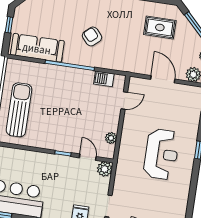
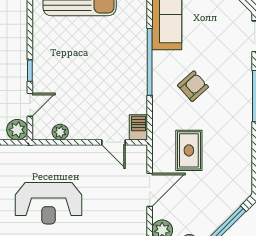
rug: (160, 27) -> (189, 150), moved
barbecue: (104, 79) -> (138, 127), moved

